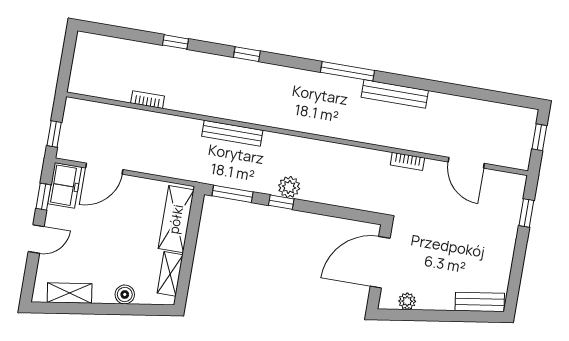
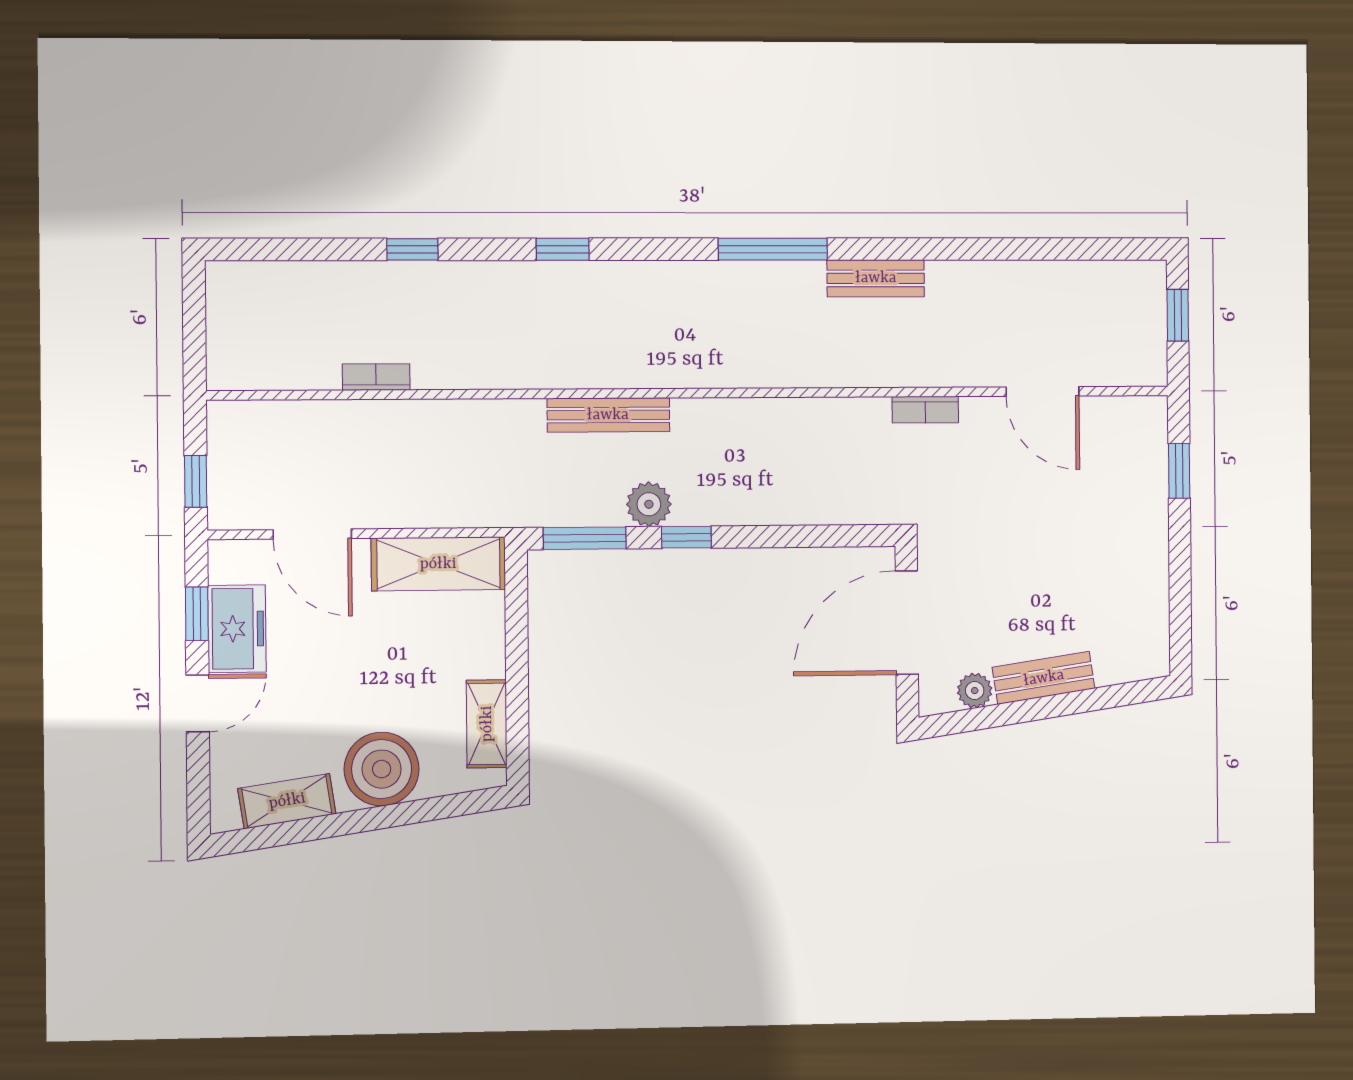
bench: (395, 94) -> (876, 278), width x0.73
bench: (232, 133) -> (608, 415), moved
door: (104, 169) -> (312, 534), hinge flipped
freezer: (65, 185) -> (237, 629), moved
plant: (289, 187) -> (649, 504), moved
shelving: (176, 219) -> (438, 564), moved, turned 90
boiler: (125, 294) -> (382, 769), width x1.86, depth x1.86
bench: (480, 302) -> (1044, 678), moved

